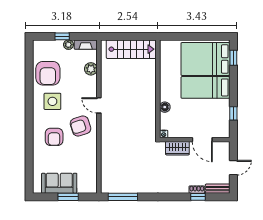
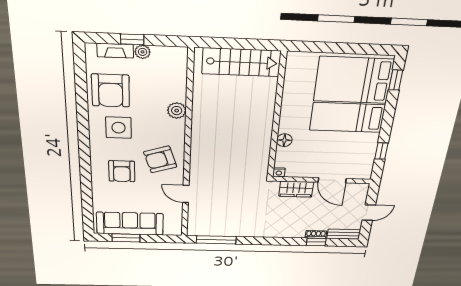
fireplace: (86, 45) -> (115, 51), moved
plant: (91, 69) -> (177, 111), moved
door: (99, 105) -> (186, 194), moved
sofa: (59, 183) -> (130, 224), width x1.36
window: (68, 197) -> (126, 238), moved

